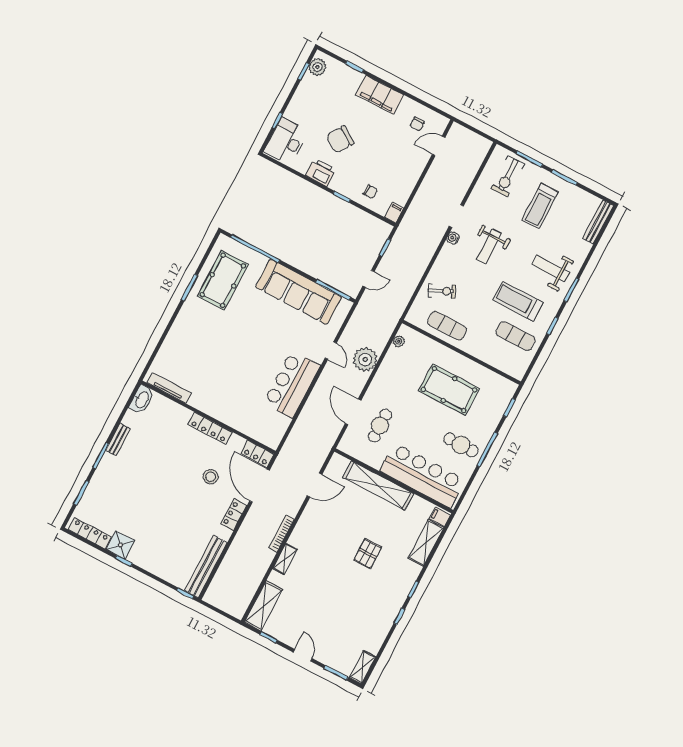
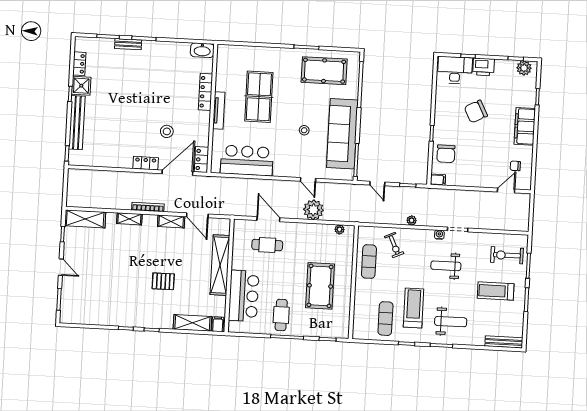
chair: (340, 139) -> (476, 111), turned -61
door: (439, 146) -> (506, 190), hinge flipped
printer: (321, 172) -> (483, 67), moved, turned 90
chair: (370, 192) -> (446, 154), width x1.87, depth x1.87
plant: (424, 261) -> (412, 220), added
weight bench: (551, 268) -> (451, 322), turned 90
stool: (276, 330) -> (304, 130), added
door: (331, 351) -> (308, 180), hinge flipped
table tennis table: (219, 362) -> (259, 97), added
bar counter: (292, 384) -> (247, 161), moved
tv unit: (169, 388) -> (219, 110), moved
door: (353, 412) -> (268, 219), hinge flipped
locker: (210, 428) -> (205, 92), moved
bench: (118, 440) -> (128, 44), moved
bar counter: (422, 475) -> (244, 296), width x0.73
locker: (90, 533) -> (79, 64), width x0.66
bench: (206, 567) -> (77, 123), moved, turned 90
door: (303, 655) -> (61, 267), hinge flipped
shelving: (362, 667) -> (171, 221), moved

